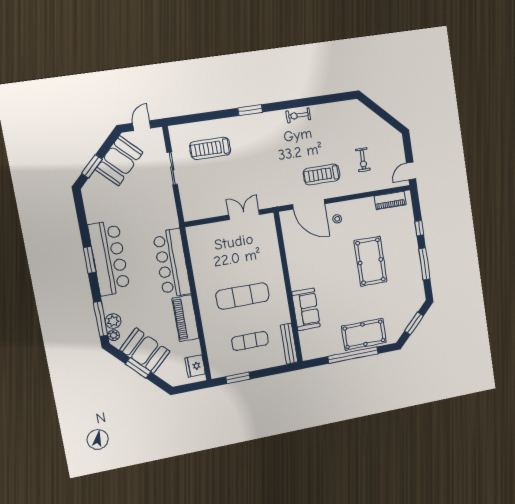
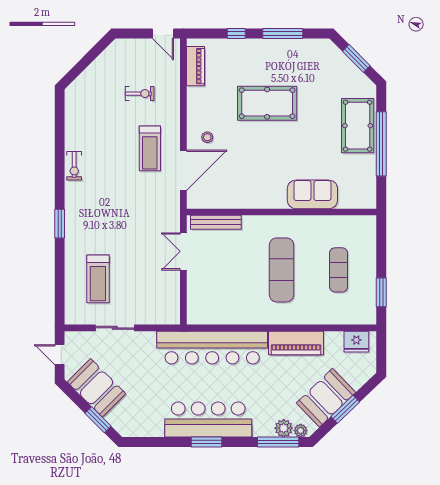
bar counter: (172, 263) -> (212, 348), width x1.36
bench: (289, 344) -> (216, 222), moved

